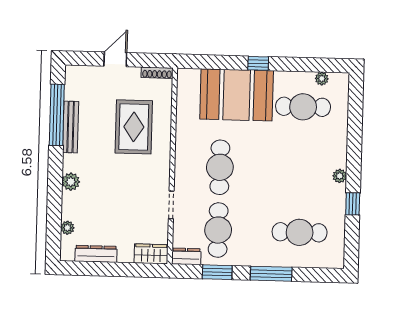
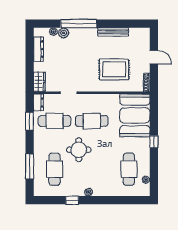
booth: (237, 95) -> (135, 115), moved
window: (57, 115) -> (79, 24), moved
plant: (71, 182) -> (64, 33), moved
round table: (268, 191) -> (79, 150), added
window: (271, 274) -> (30, 166), moved

